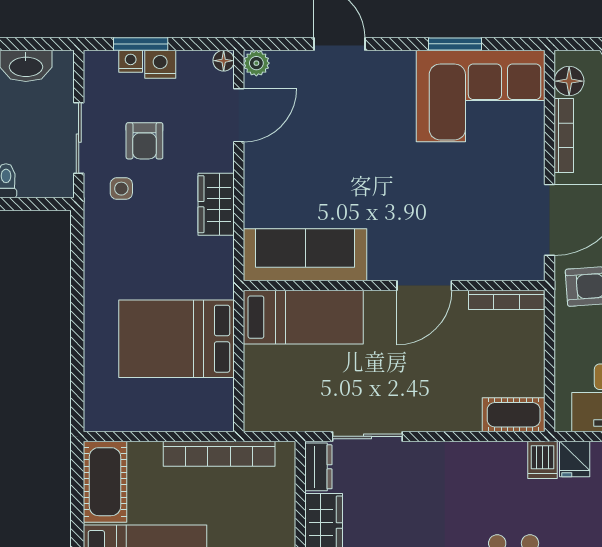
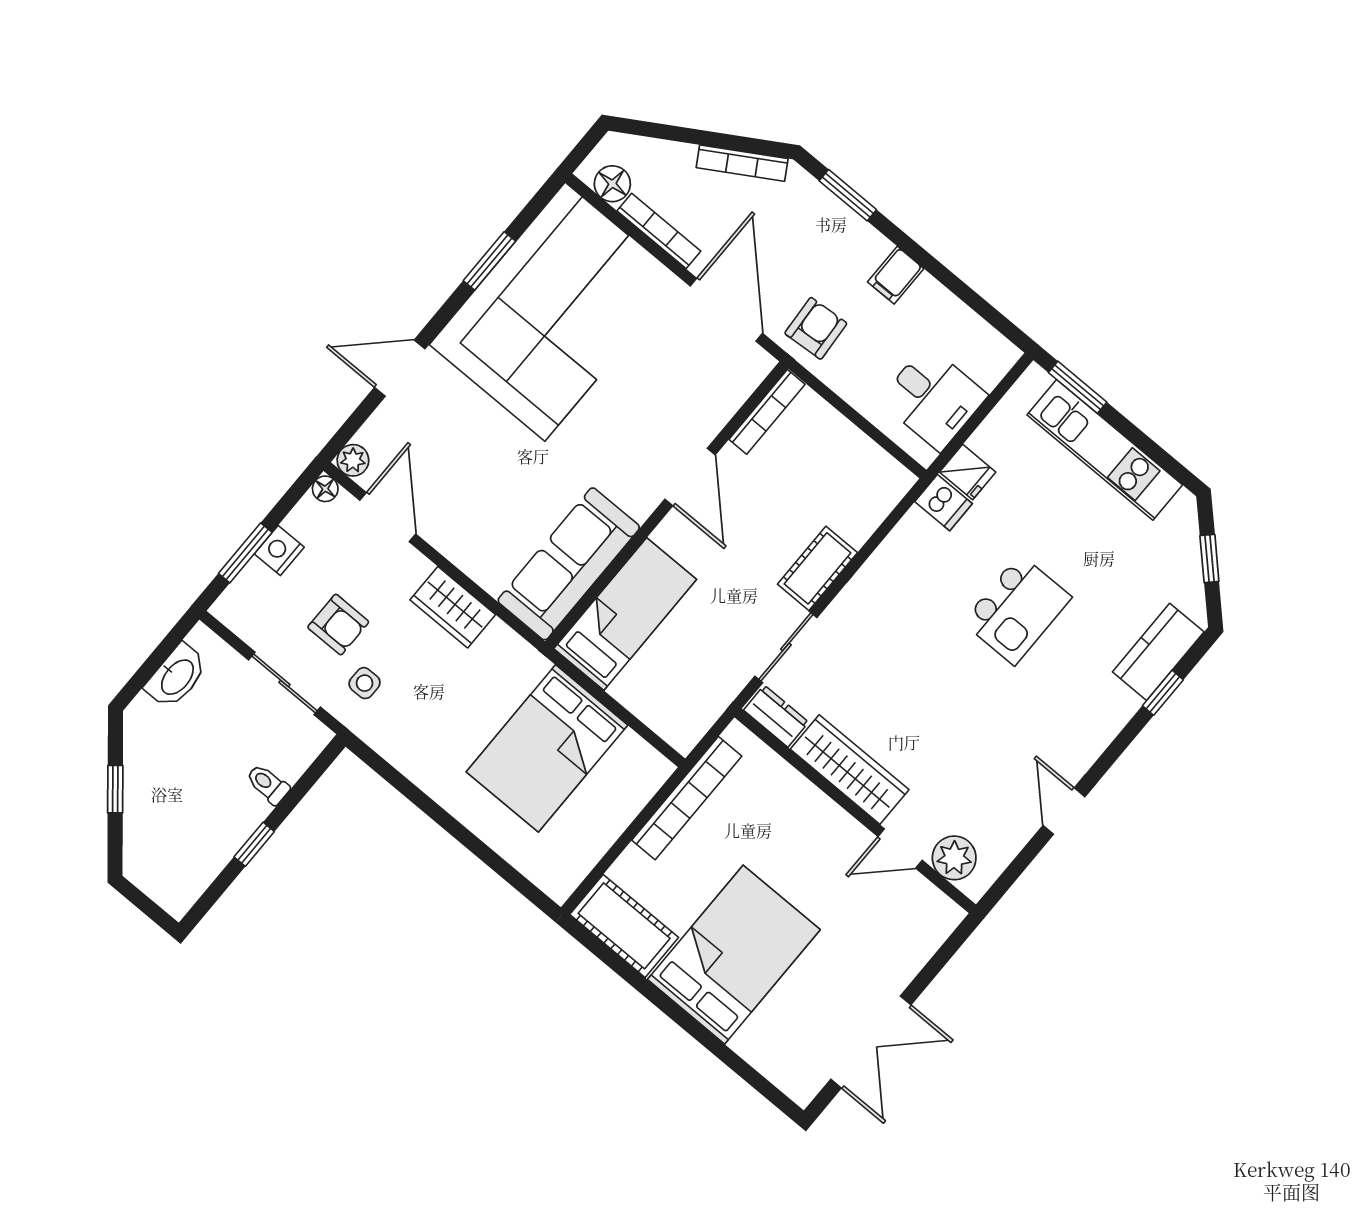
nightstand: (131, 61) -> (253, 576), removed
corner sofa: (481, 96) -> (555, 312), width x1.36, depth x1.36
cot: (514, 415) -> (817, 568), moved

